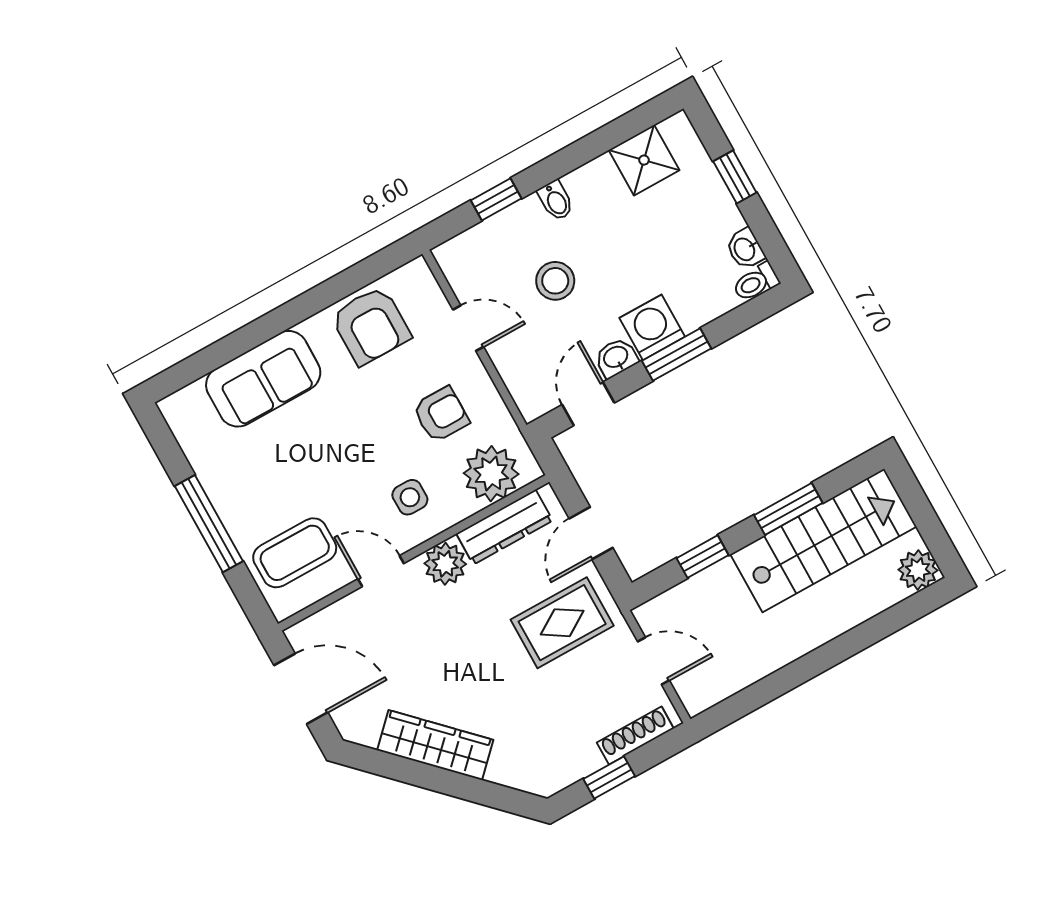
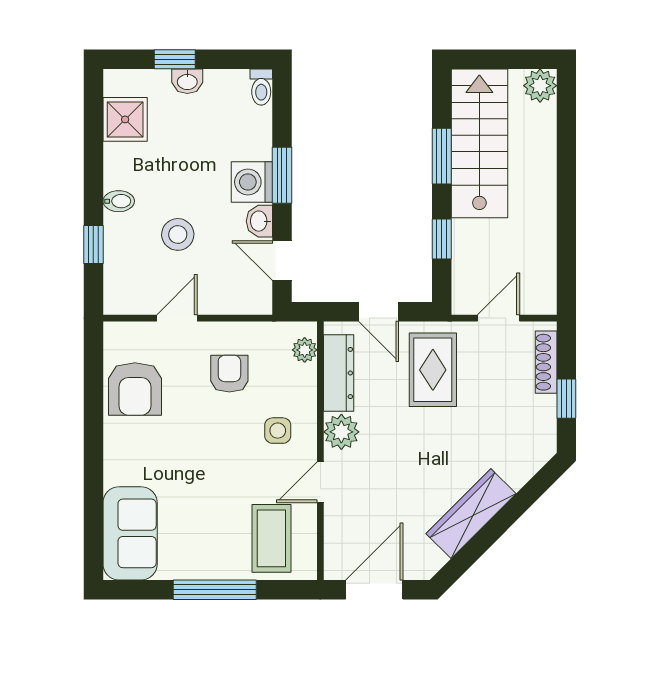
washbasin: (745, 249) -> (187, 81), moved
armchair: (371, 326) -> (135, 389), turned 90
sofa: (263, 379) -> (130, 533), moved
plant: (491, 474) -> (305, 350), width x0.53, depth x0.53

